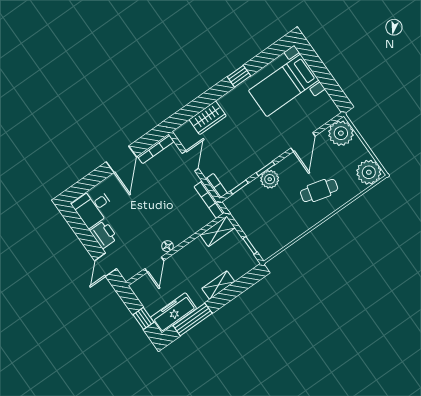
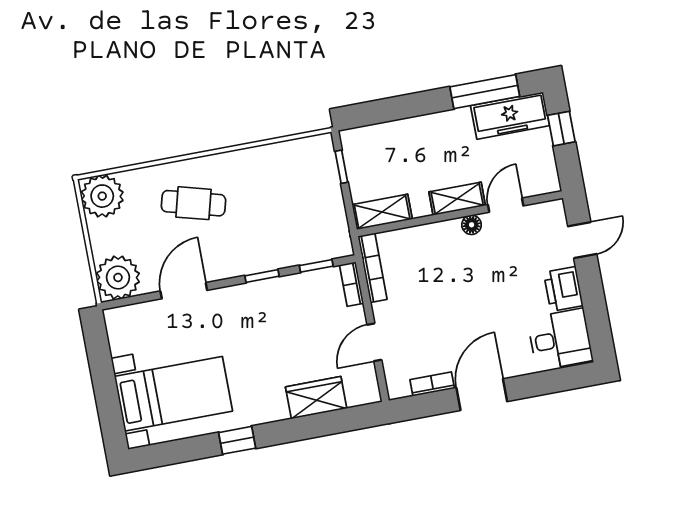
bookcase: (155, 149) -> (432, 384), width x0.64
plant: (270, 179) -> (263, 256), removed
shelving: (218, 285) -> (457, 199), moved

